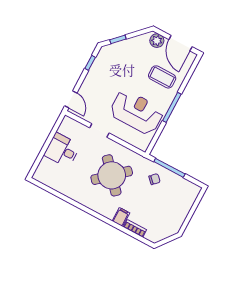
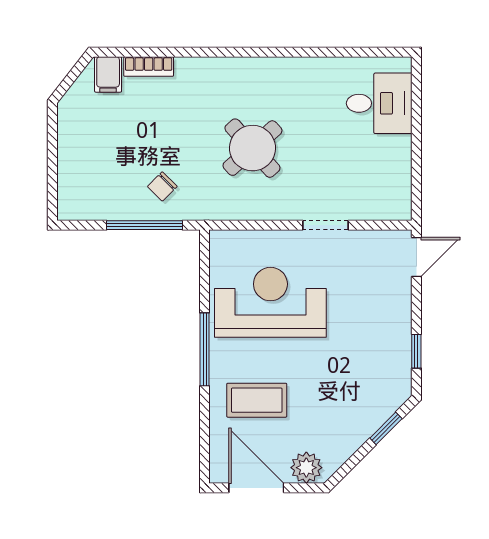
door: (71, 99) -> (416, 257), swing flipped
reception desk: (137, 112) -> (270, 302), turned 180
desk: (62, 150) -> (379, 103), moved
round table: (112, 175) -> (252, 148), width x0.73, depth x0.73
filing cabinet: (121, 217) -> (108, 74), moved

